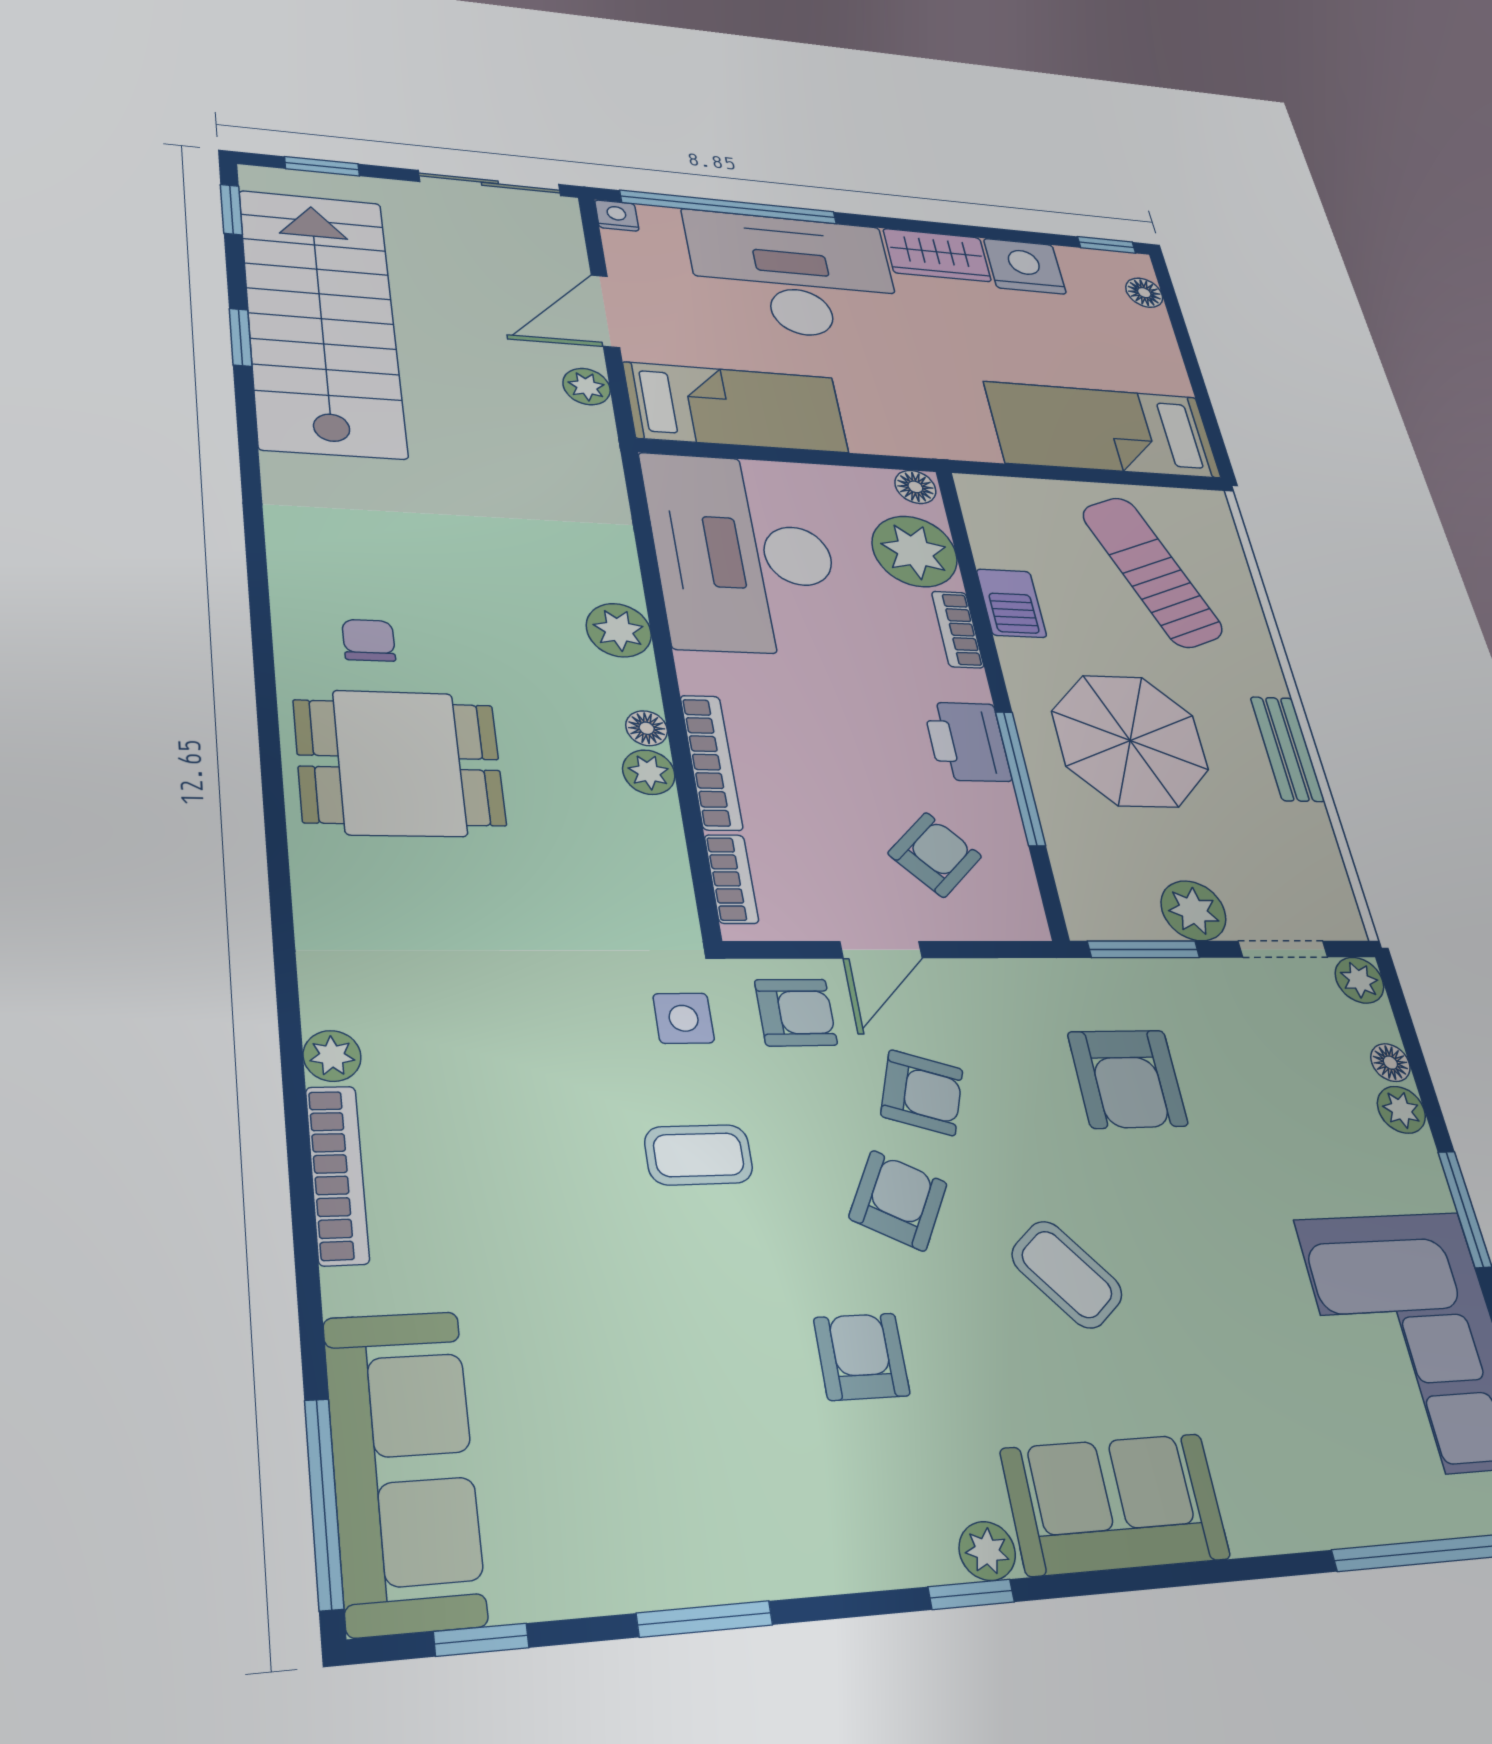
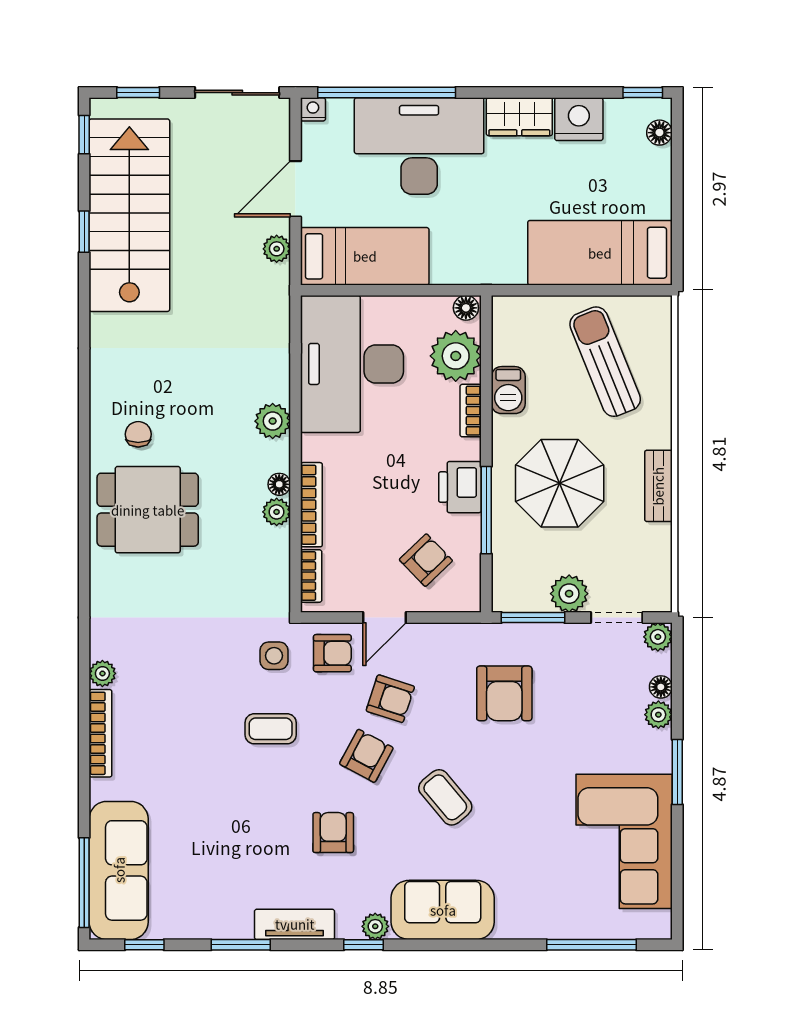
tv unit: (816, 1561) -> (295, 924), added

